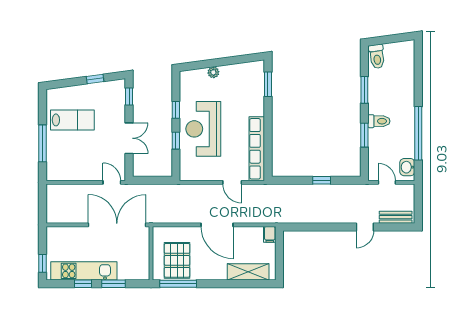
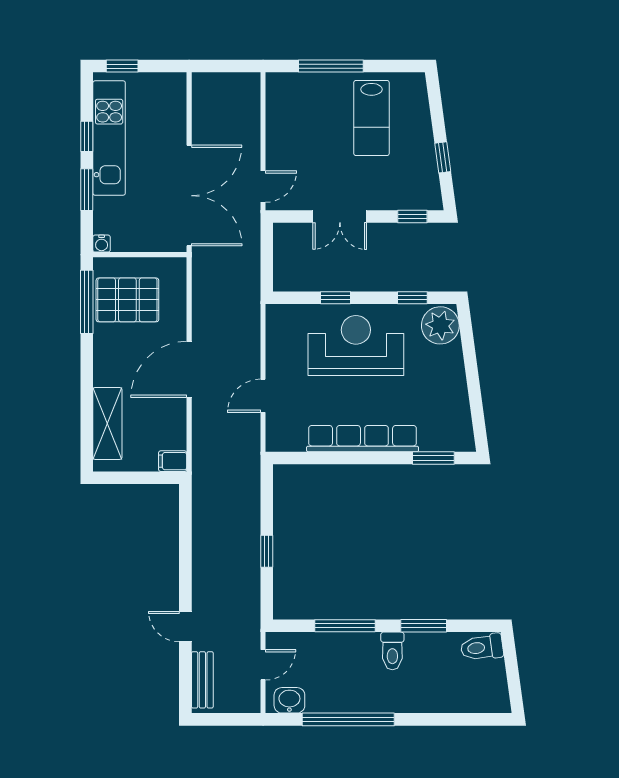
plant: (213, 72) -> (440, 325), moved, width x1.88, depth x1.88
window: (176, 110) -> (412, 298), moved
toilet: (379, 121) -> (392, 651), moved
window: (364, 135) -> (345, 626), width x1.44
row of seats: (257, 149) -> (363, 439), moved
water cooler: (145, 275) -> (102, 244), added

